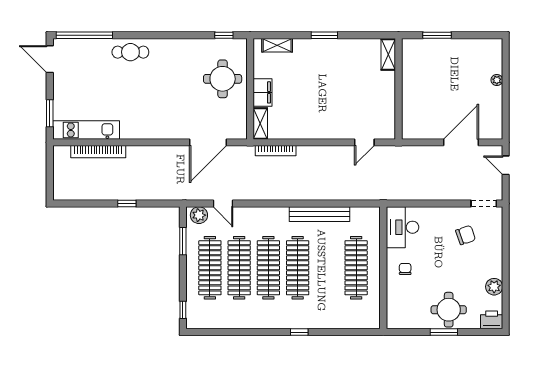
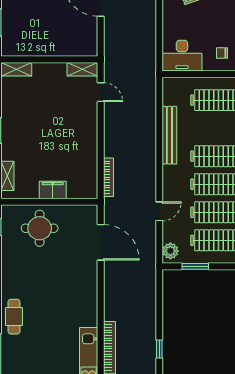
shelving: (260, 123) -> (82, 69), moved
window: (127, 204) -> (159, 349), moved
door: (223, 204) -> (159, 211), moved

